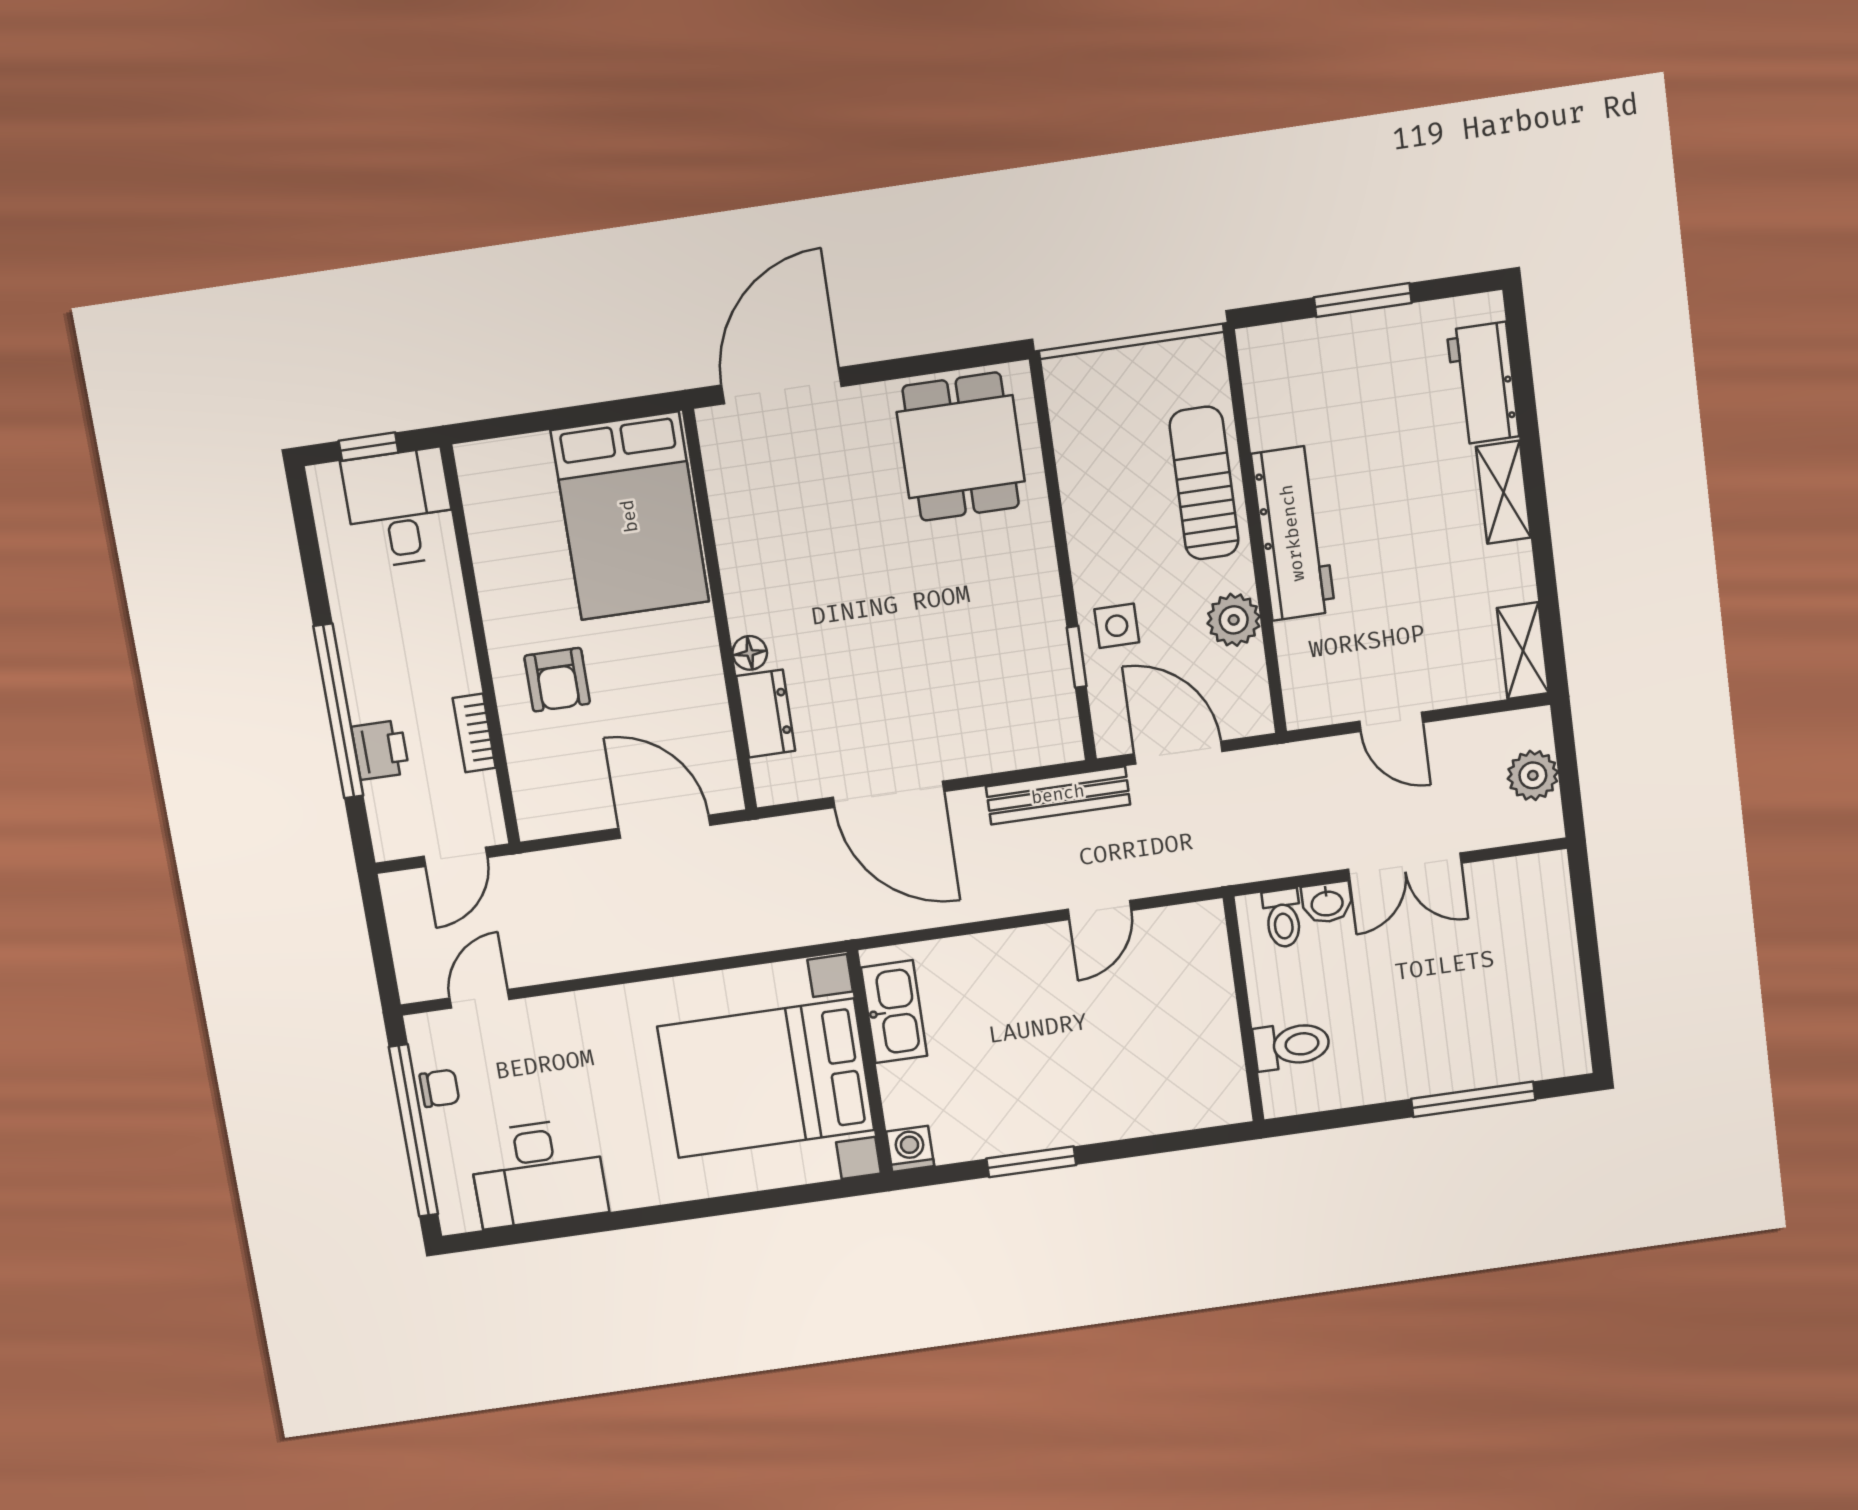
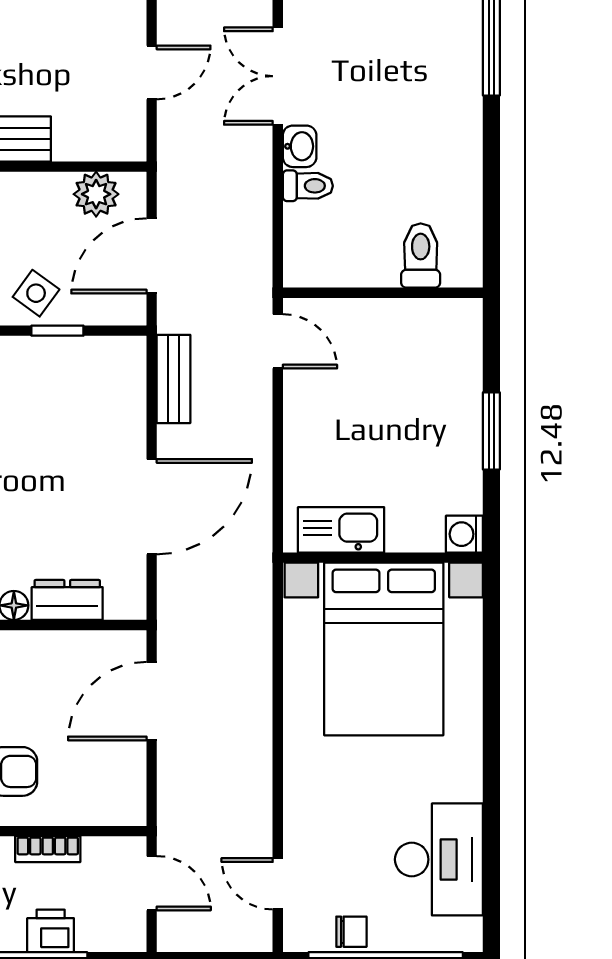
plant: (1234, 620) -> (96, 194), moved
side table: (1117, 626) -> (36, 293), turned 36
bench: (1058, 795) -> (173, 379), width x0.73
double door: (1405, 866) -> (278, 76), swing flipped
wall: (1244, 1009) -> (383, 293), moved
toilet: (1292, 1045) -> (421, 256), moved
chair: (439, 1088) -> (351, 932), turned 90

